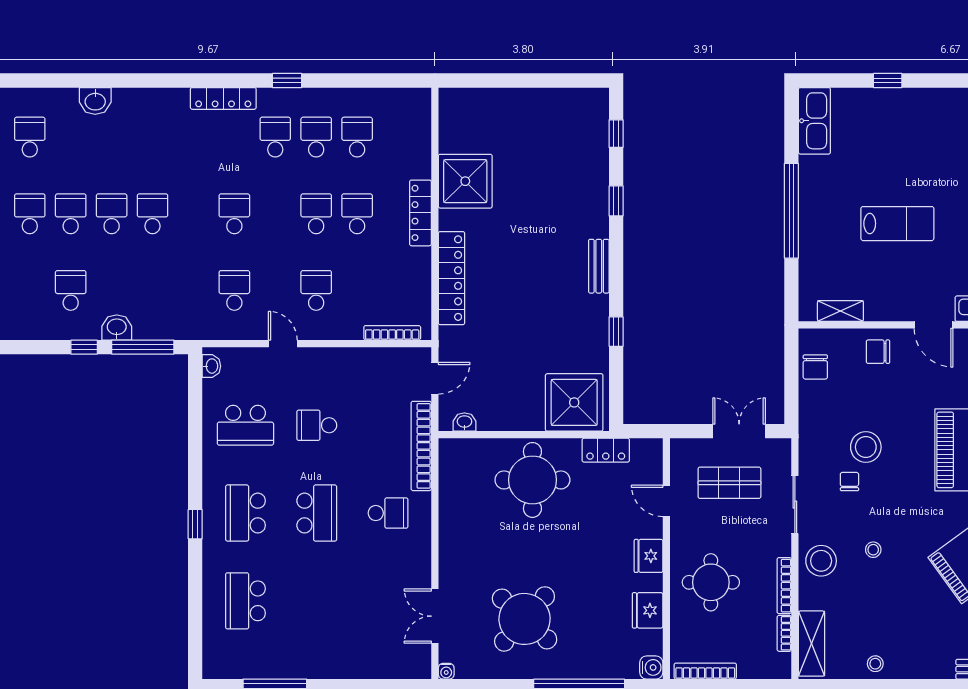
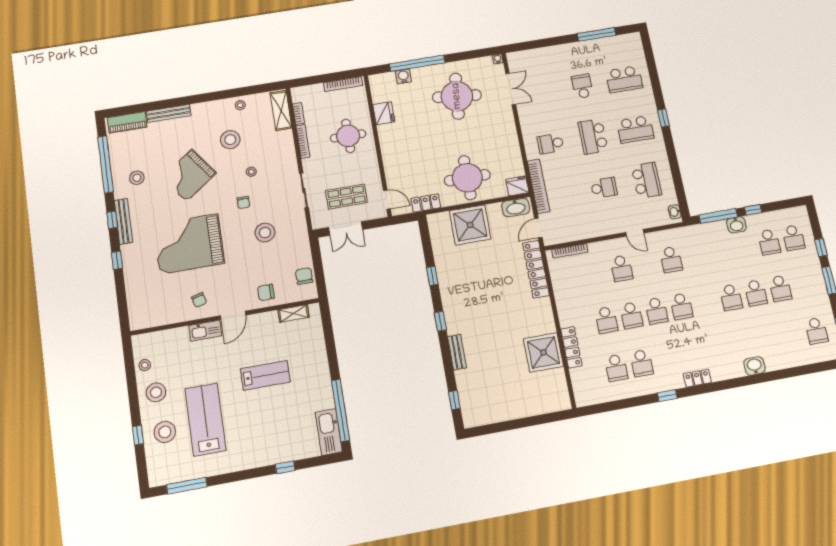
locker: (223, 98) -> (697, 378), width x0.66
washbasin: (95, 101) -> (754, 366), moved
school desk: (275, 137) -> (656, 311), moved
window: (616, 201) -> (440, 321), moved
window: (791, 211) -> (341, 410), moved
locker: (420, 213) -> (571, 347), moved
school desk: (30, 214) -> (793, 238), moved
lab bench: (897, 224) -> (265, 375), turned 180
bench: (599, 266) -> (457, 352), moved
locker: (452, 278) -> (536, 269), moved
door: (934, 325) -> (233, 315), swing flipped
chair: (878, 352) -> (266, 292), turned 180
shower: (574, 402) -> (470, 225), moved
washbasin: (464, 422) -> (516, 207), width x1.91, depth x1.45
school desk: (245, 425) -> (647, 180), turned 90
chair: (849, 482) -> (243, 203), moved
door: (666, 501) -> (387, 200), moved
school desk: (245, 513) -> (635, 129), turned 90
fridge: (649, 556) -> (517, 186), moved, turned -90
stool: (821, 561) -> (230, 140), moved
school desk: (245, 601) -> (624, 79), turned 90
school desk: (317, 601) -> (582, 86), added
round table: (525, 619) -> (457, 96), turned -36
water cooler: (651, 667) -> (403, 76), moved, turned 90

